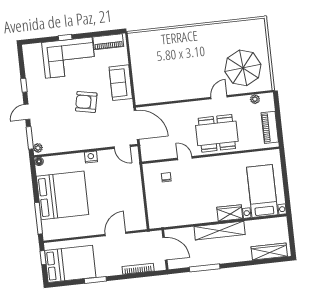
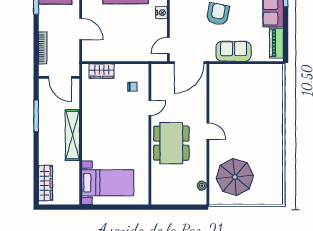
door: (219, 97) -> (208, 131), moved
piano: (270, 127) -> (171, 198), removed
wardrobe: (230, 213) -> (102, 71), moved, turned 90
door: (165, 249) -> (60, 77), hinge flipped

